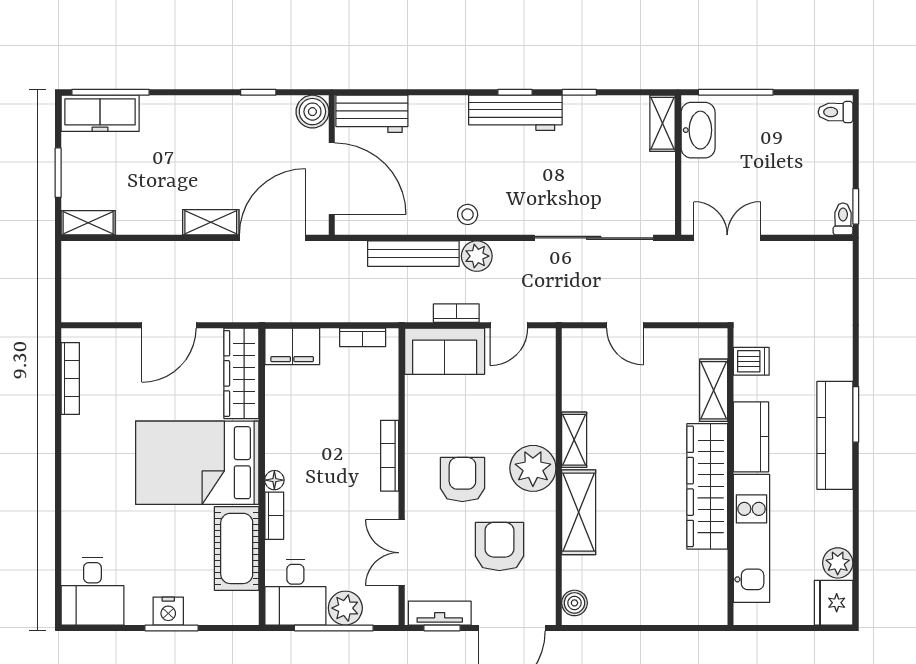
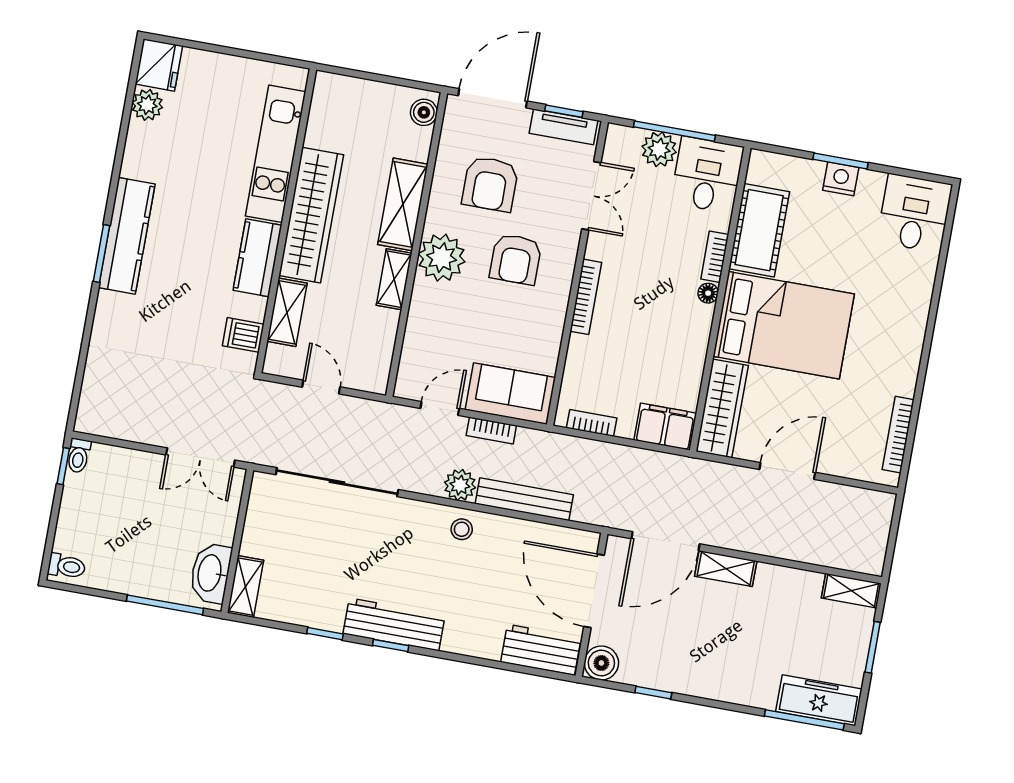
dishwasher: (751, 361) -> (243, 335), moved
shelving: (714, 390) -> (287, 312), moved
kitchen counter: (751, 437) -> (257, 258), moved
wall: (731, 477) -> (286, 221), moved
wardrobe: (707, 486) -> (311, 215), moved
kitchen unit: (752, 538) -> (276, 154), moved

